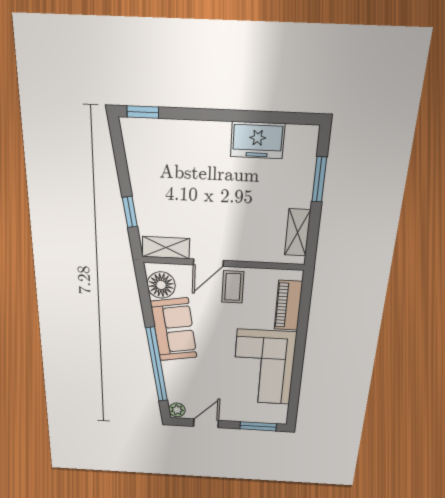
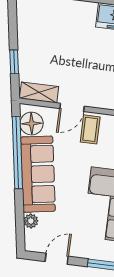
sofa: (174, 330) -> (38, 174), width x1.36
window: (157, 365) -> (17, 153), moved
plant: (177, 410) -> (31, 221), moved

